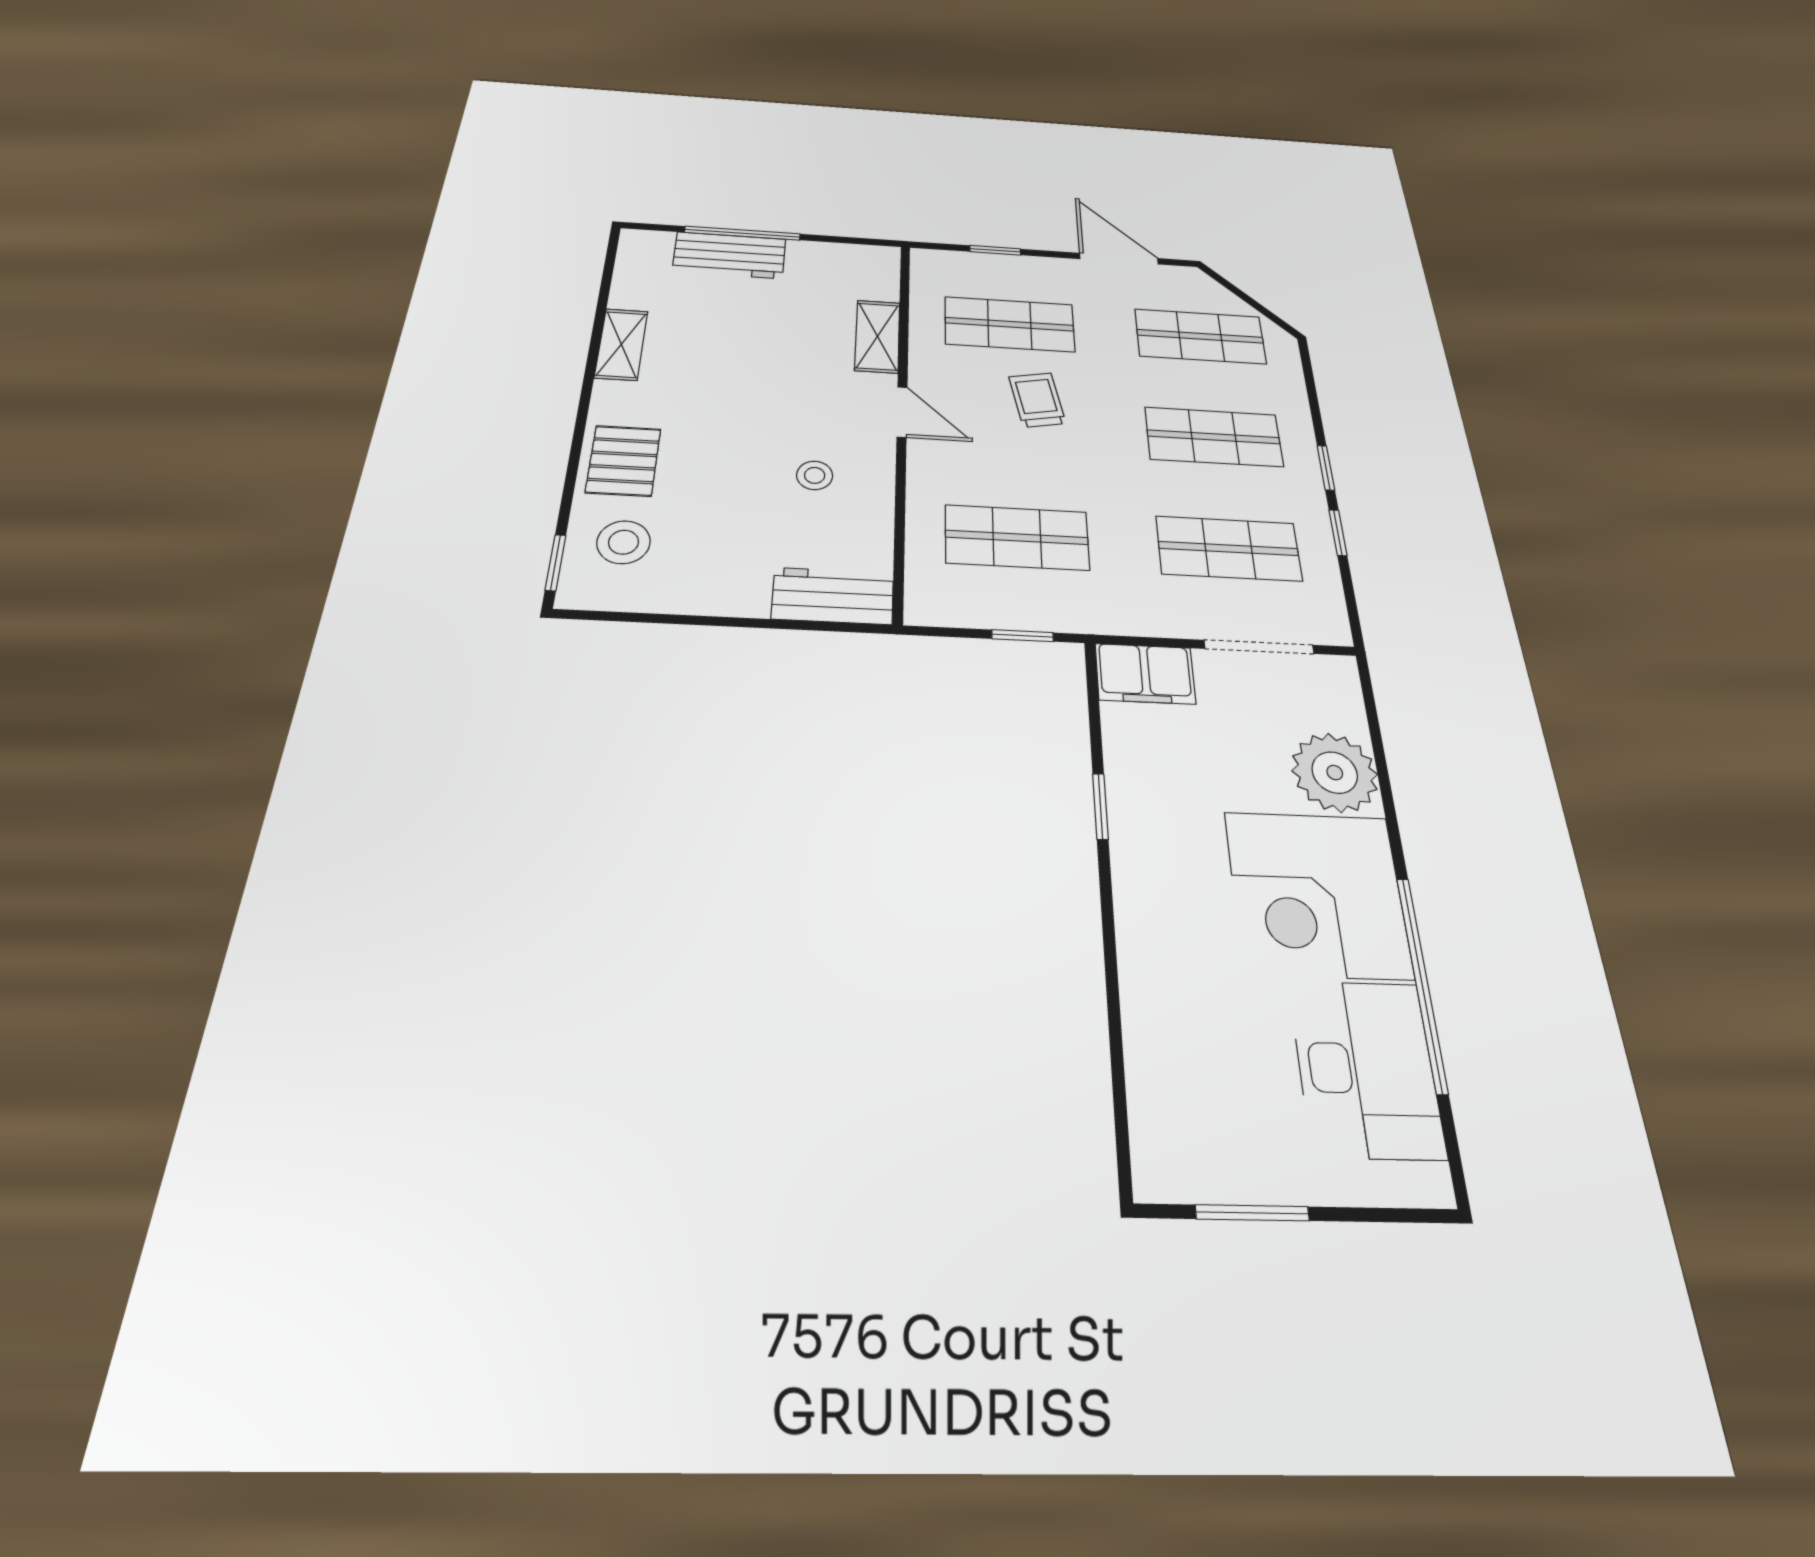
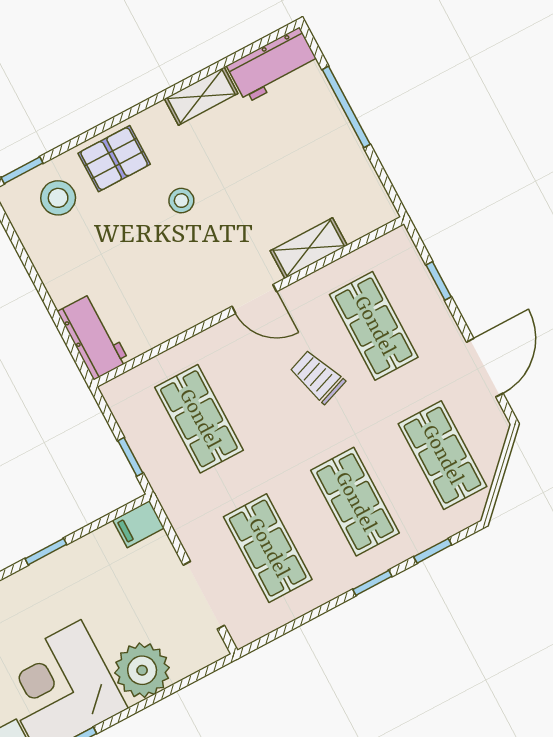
workbench: (729, 255) -> (273, 65), moved, turned -90
trolley: (1037, 400) -> (317, 377), turned -99
door: (902, 412) -> (254, 299), hinge flipped
stool: (815, 475) -> (181, 201), moved
window: (1338, 533) -> (433, 551), moved
filing cabinet: (1145, 674) -> (138, 524), width x0.50

